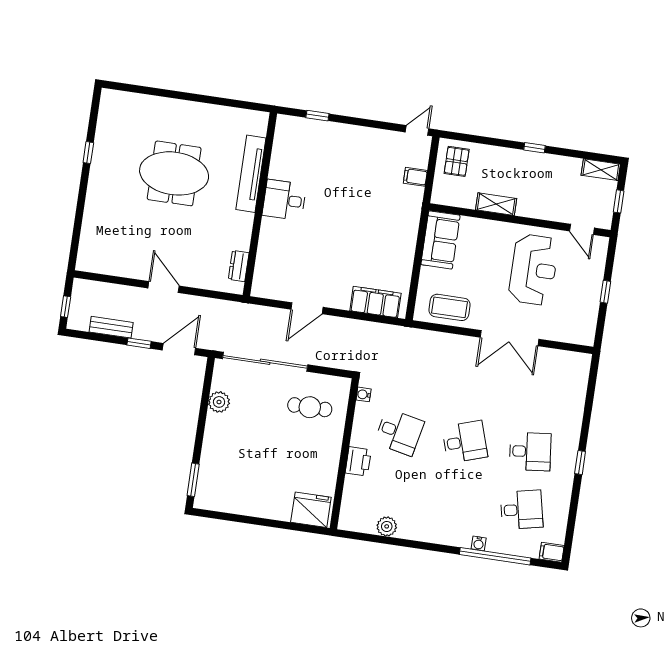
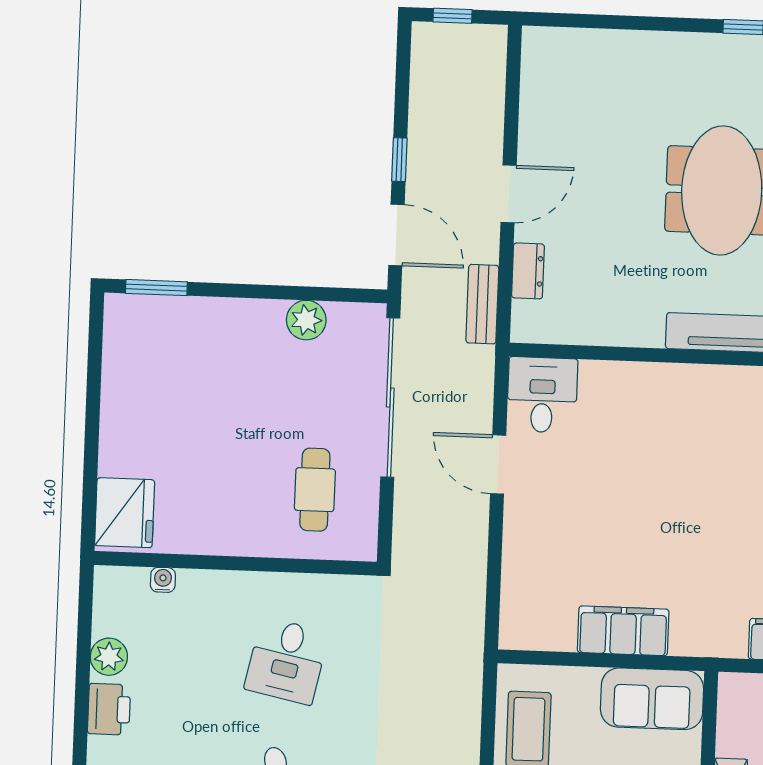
desk: (284, 200) -> (542, 395), moved
dresser: (239, 266) -> (528, 271), moved, turned 90
filing cabinet: (375, 302) -> (623, 631), moved, turned -90
bench: (111, 327) -> (482, 304), moved
water cooler: (364, 394) -> (163, 580), moved
printer: (358, 461) -> (109, 709), moved, turned -90

